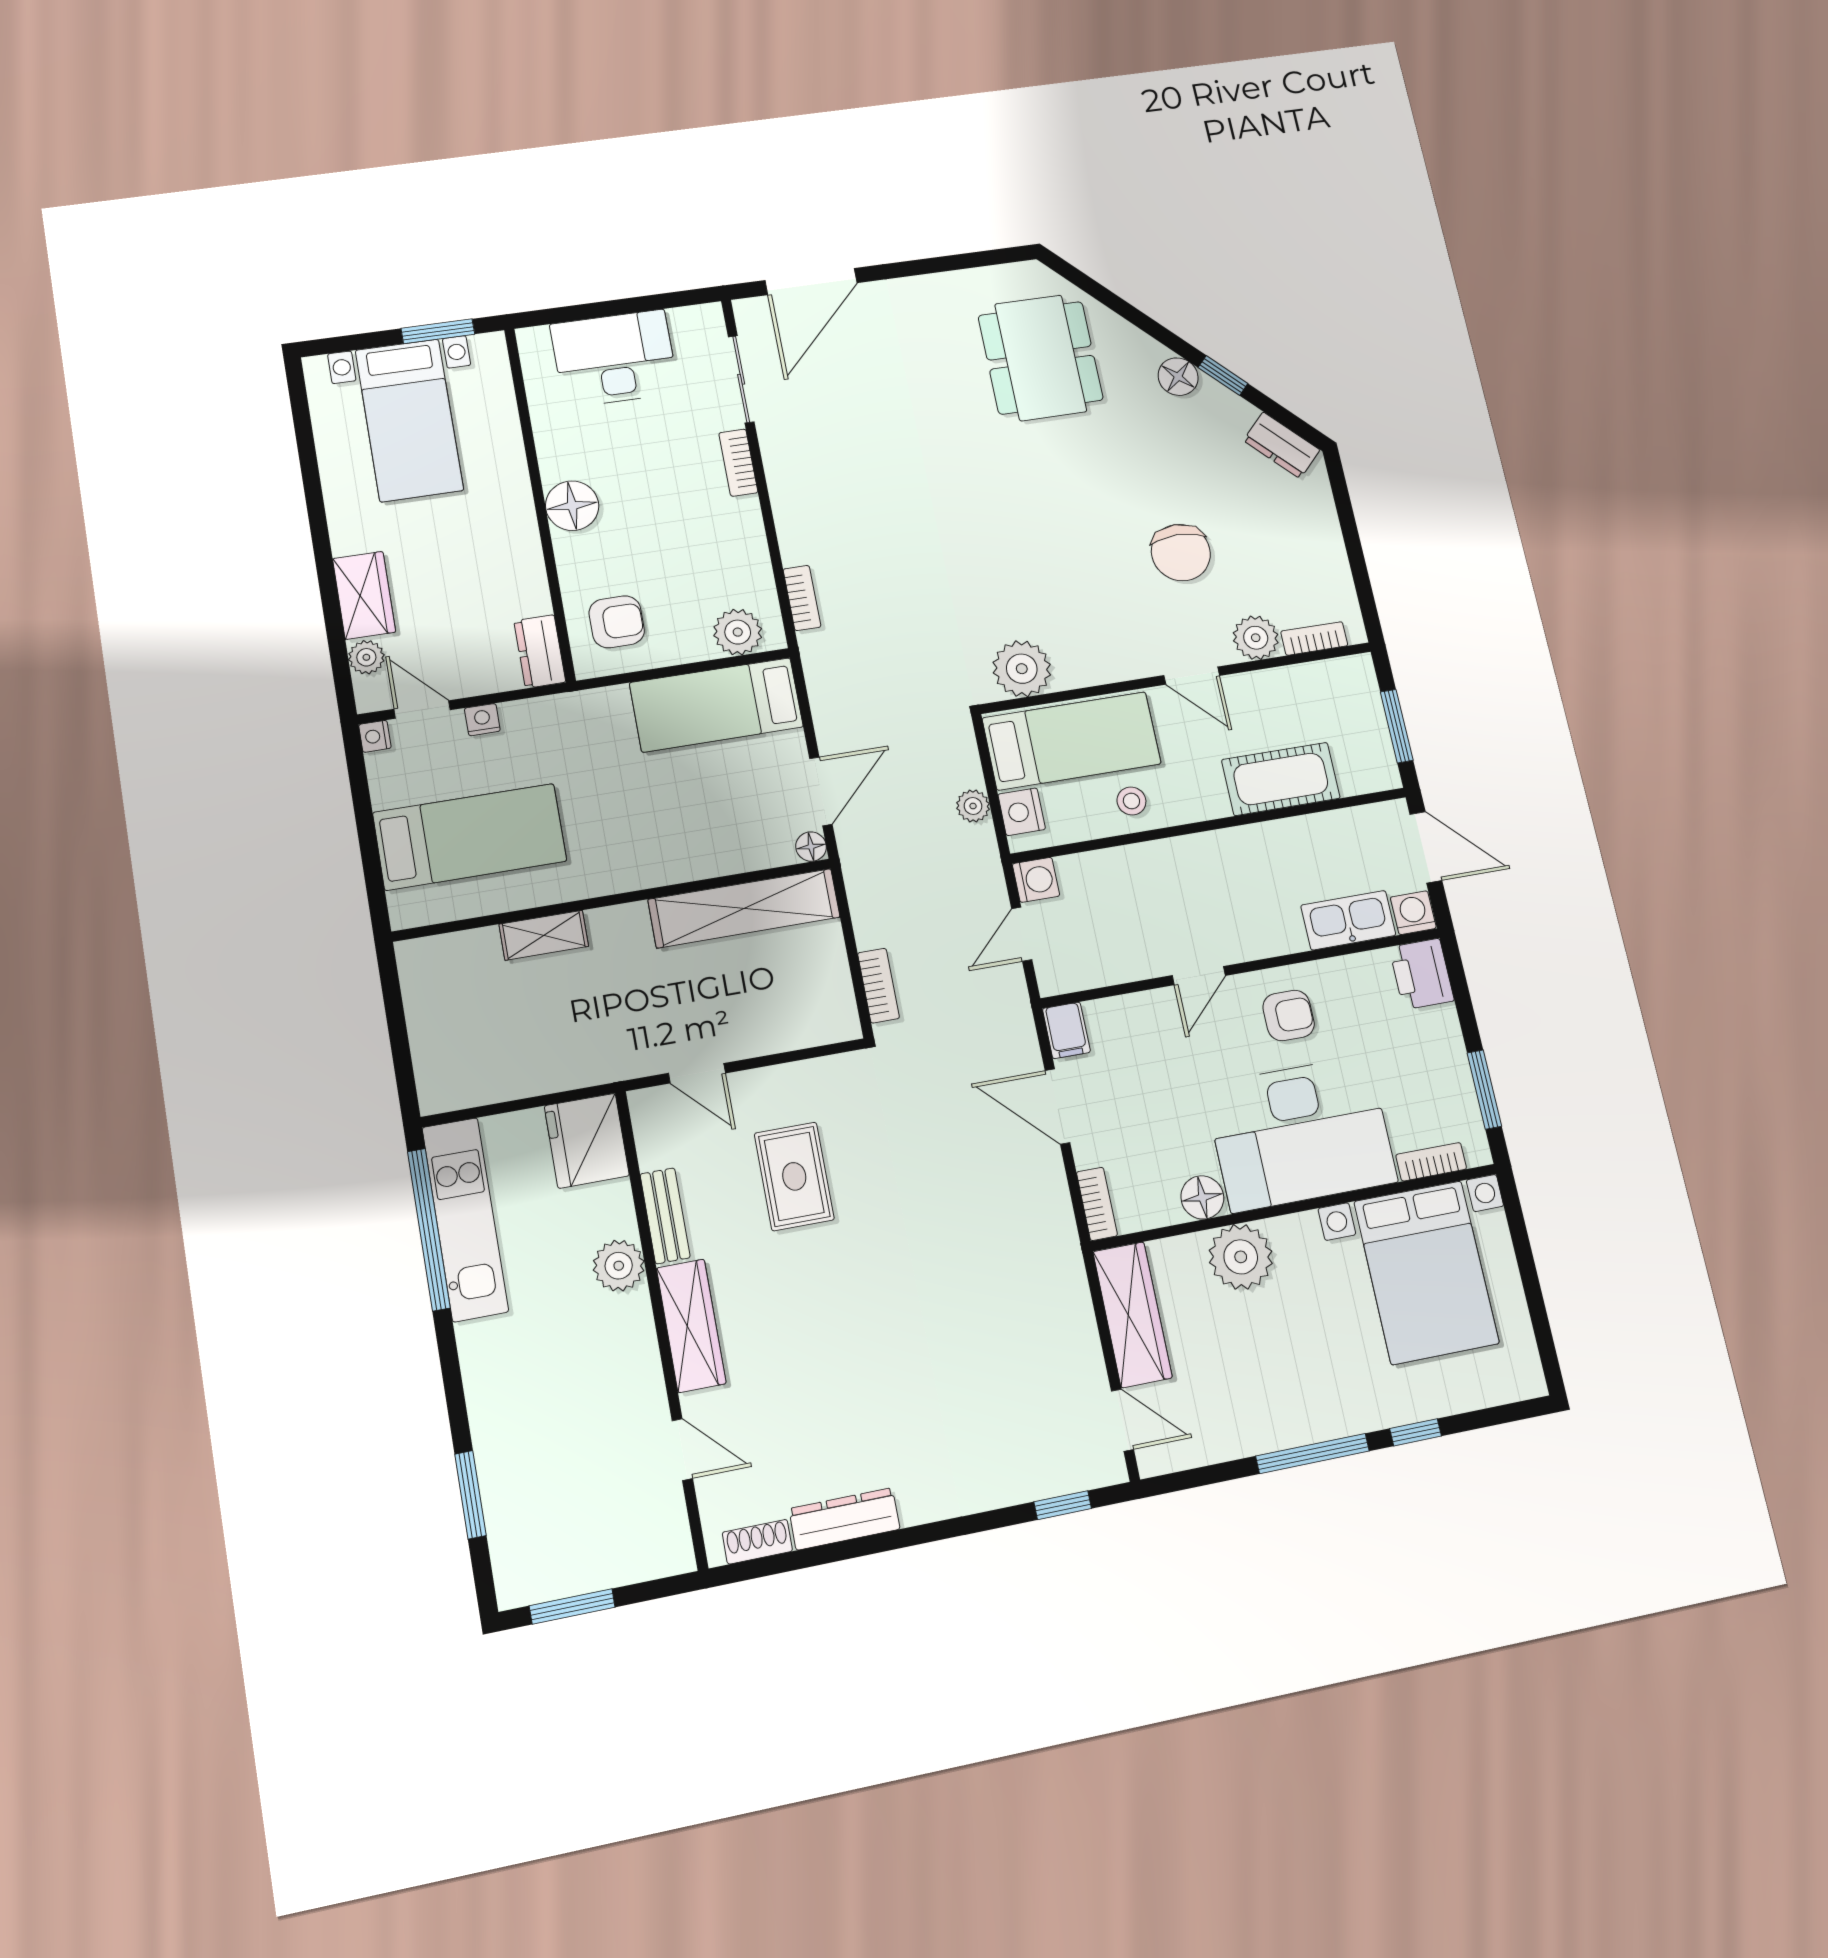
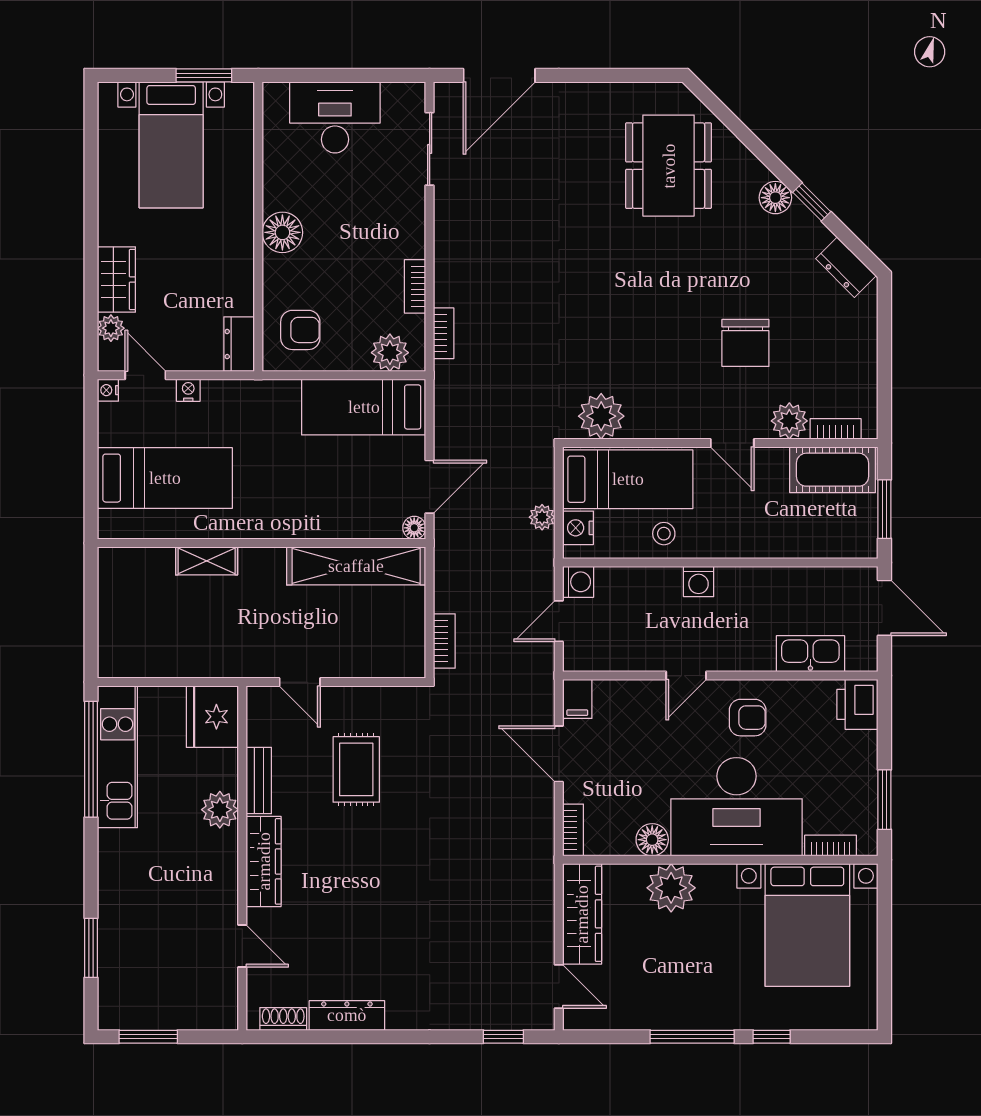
bookcase: (738, 463) -> (415, 286), moved
cot: (1281, 779) -> (833, 470), moved
washing machine: (1413, 913) -> (699, 582), moved, turned 180

